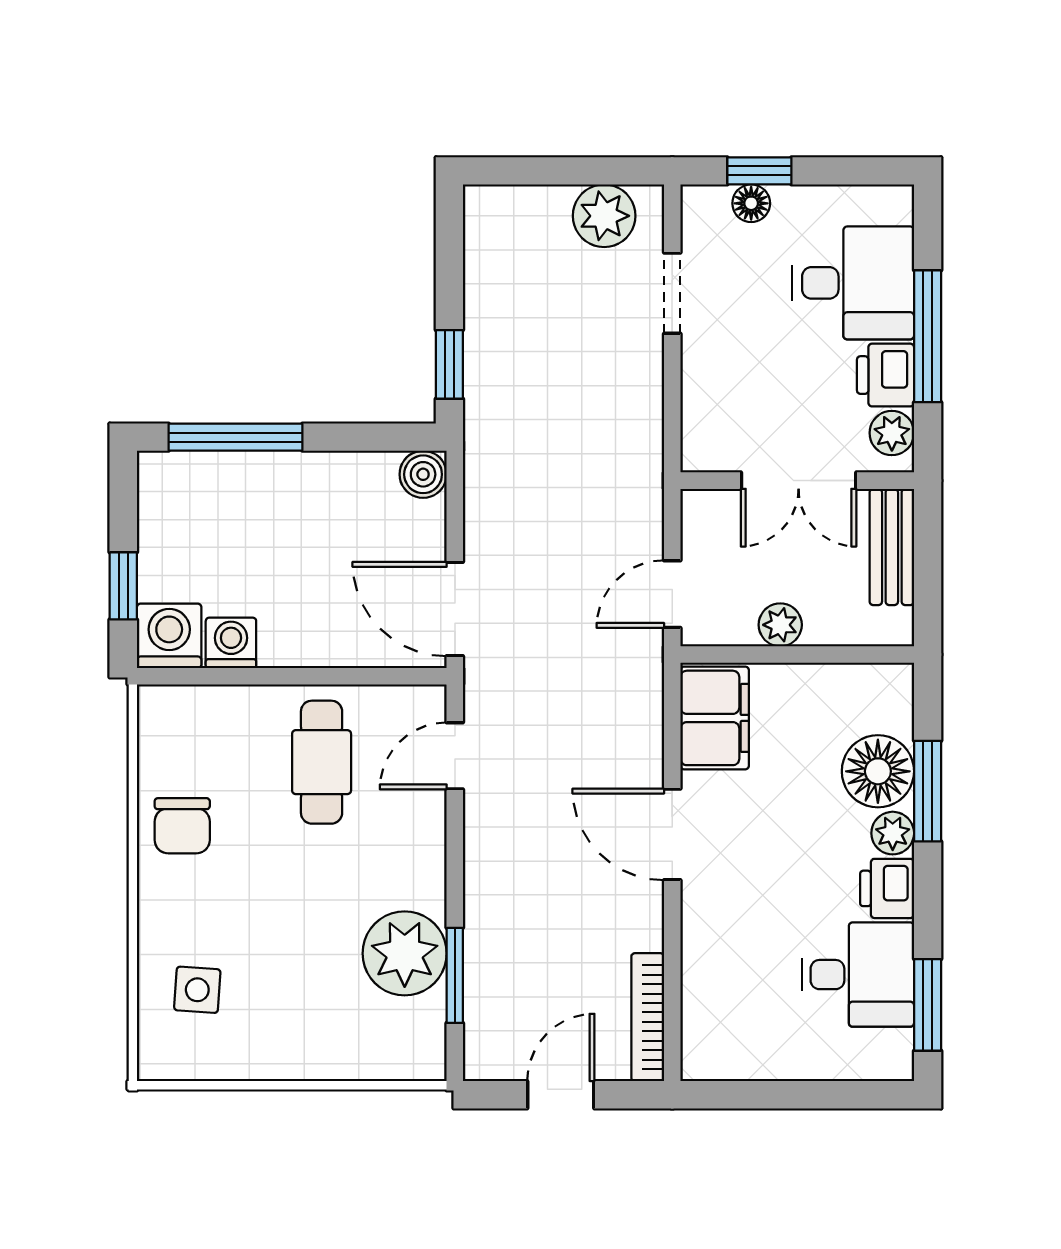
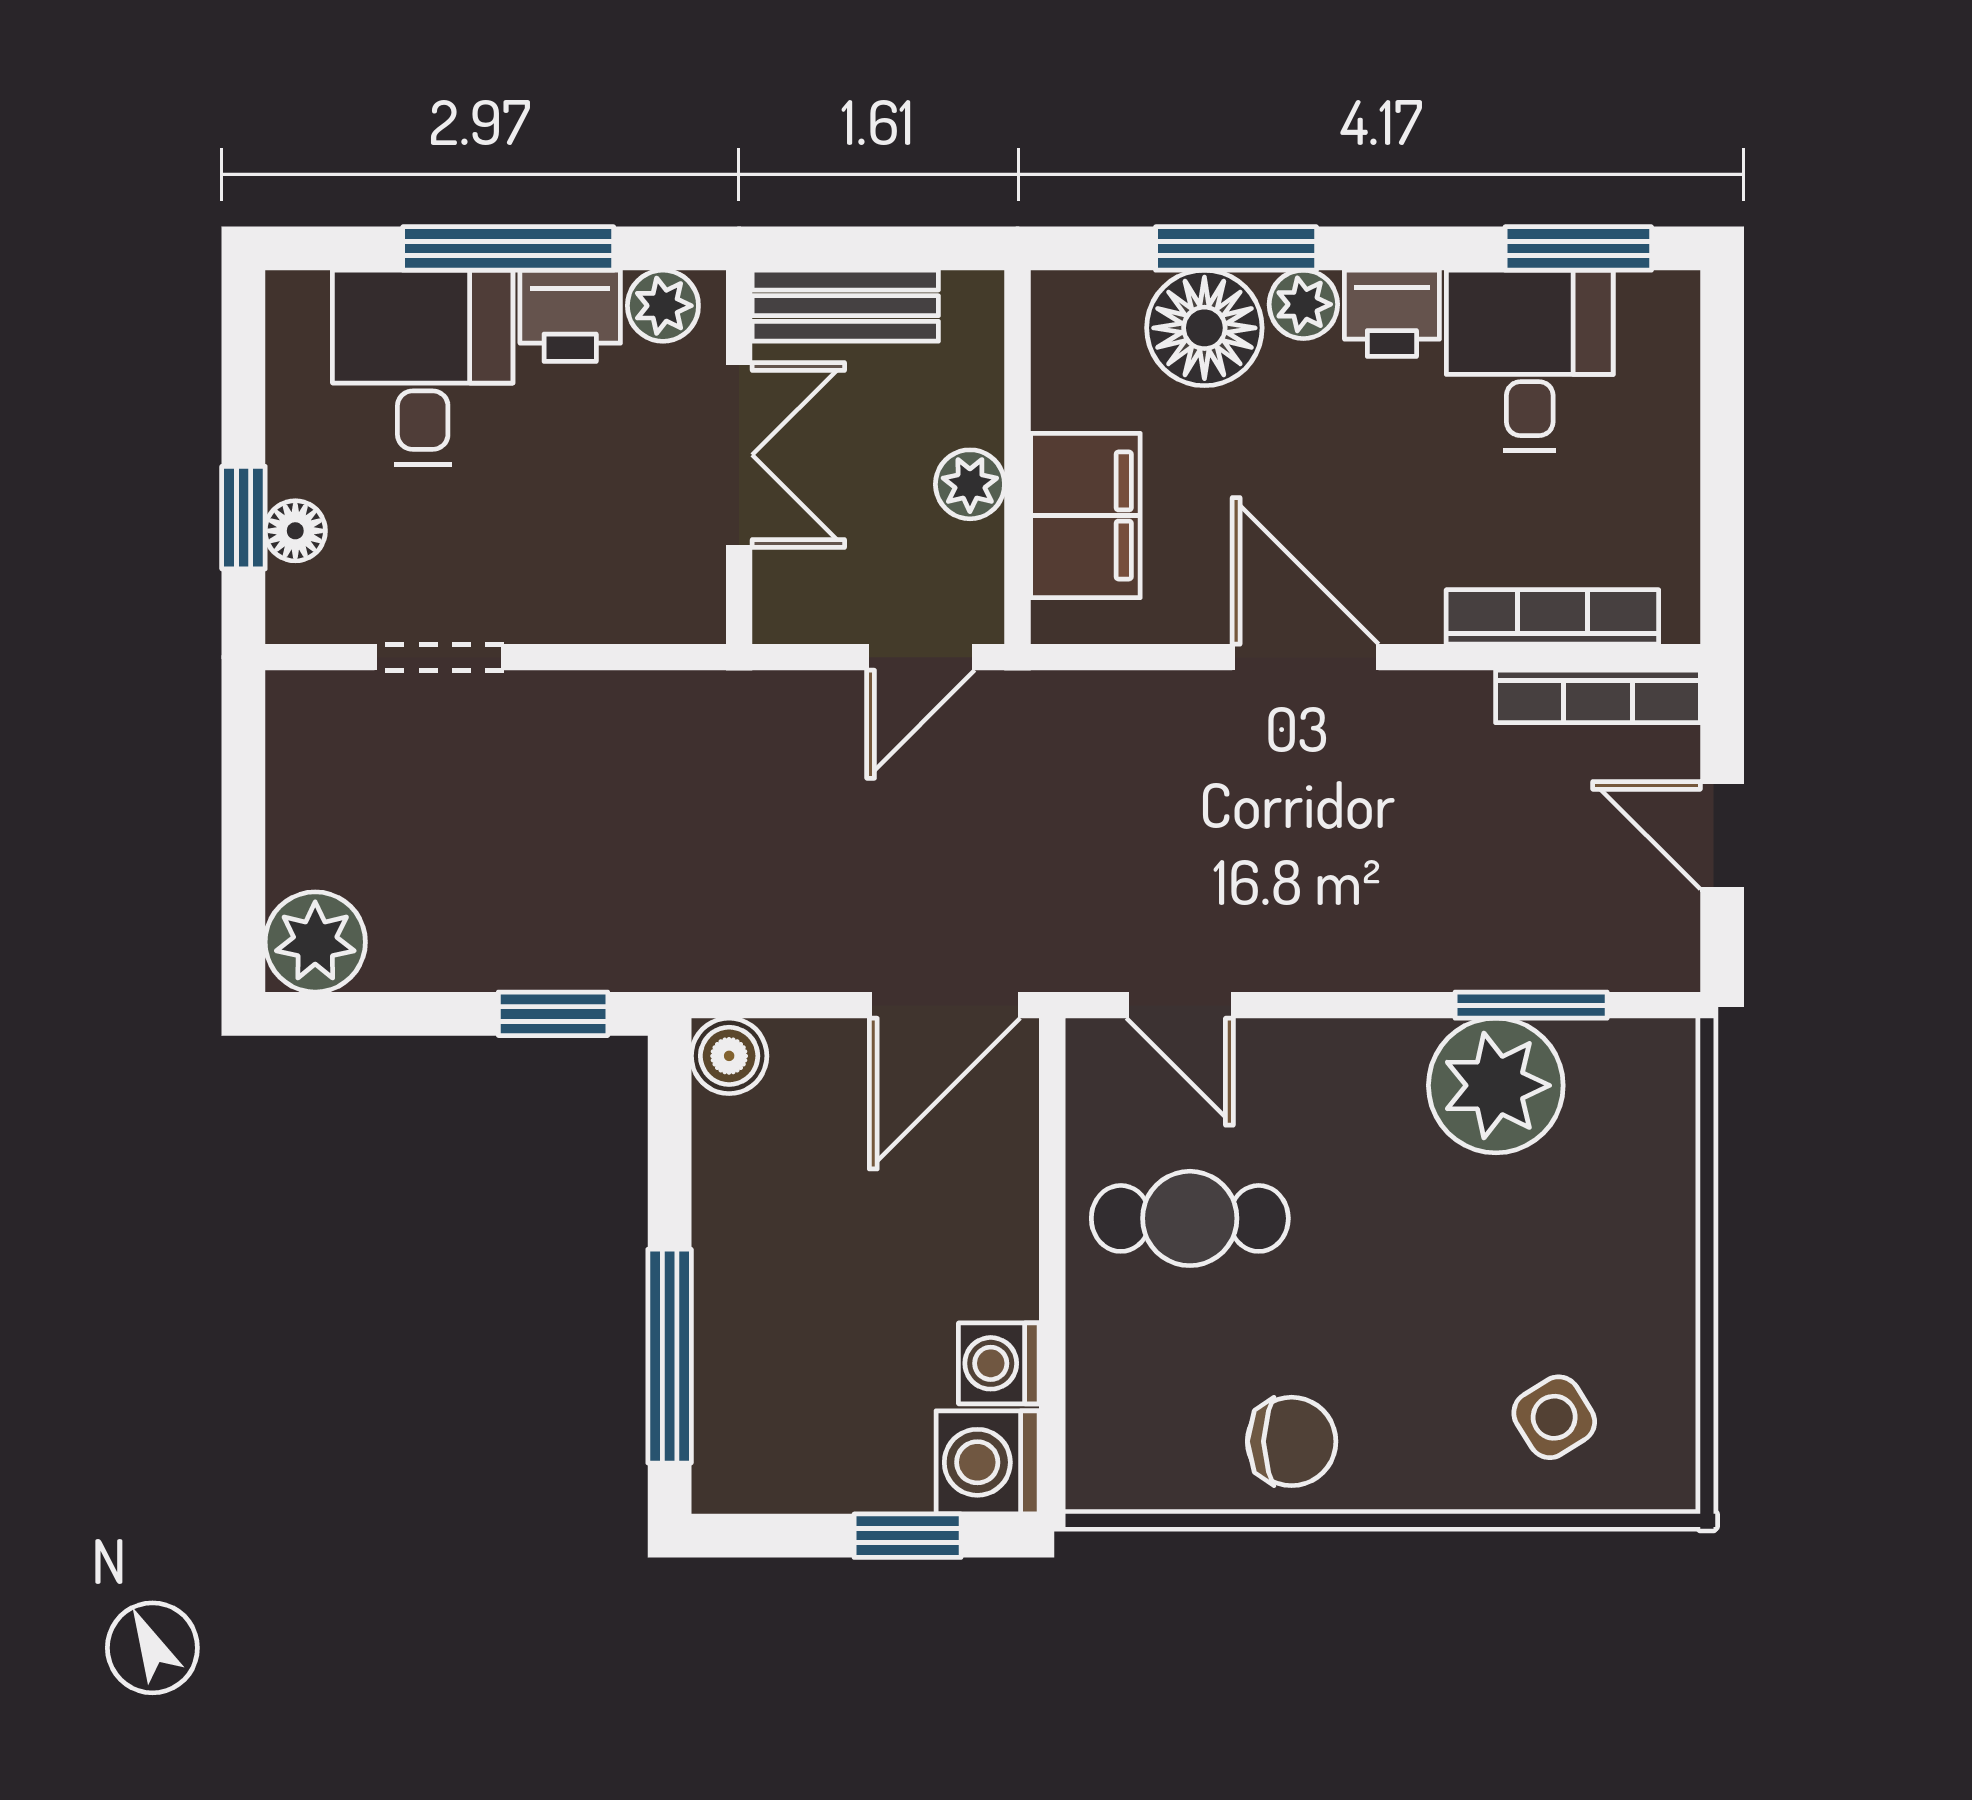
plant: (604, 216) -> (315, 942), moved
door: (672, 594) -> (921, 657), hinge flipped
filing cabinet: (715, 718) -> (1085, 515), moved, turned 90
door: (672, 834) -> (1305, 657), swing flipped
bookcase: (697, 989) -> (1552, 617), added
side table: (197, 990) -> (1554, 1417), turned -36

